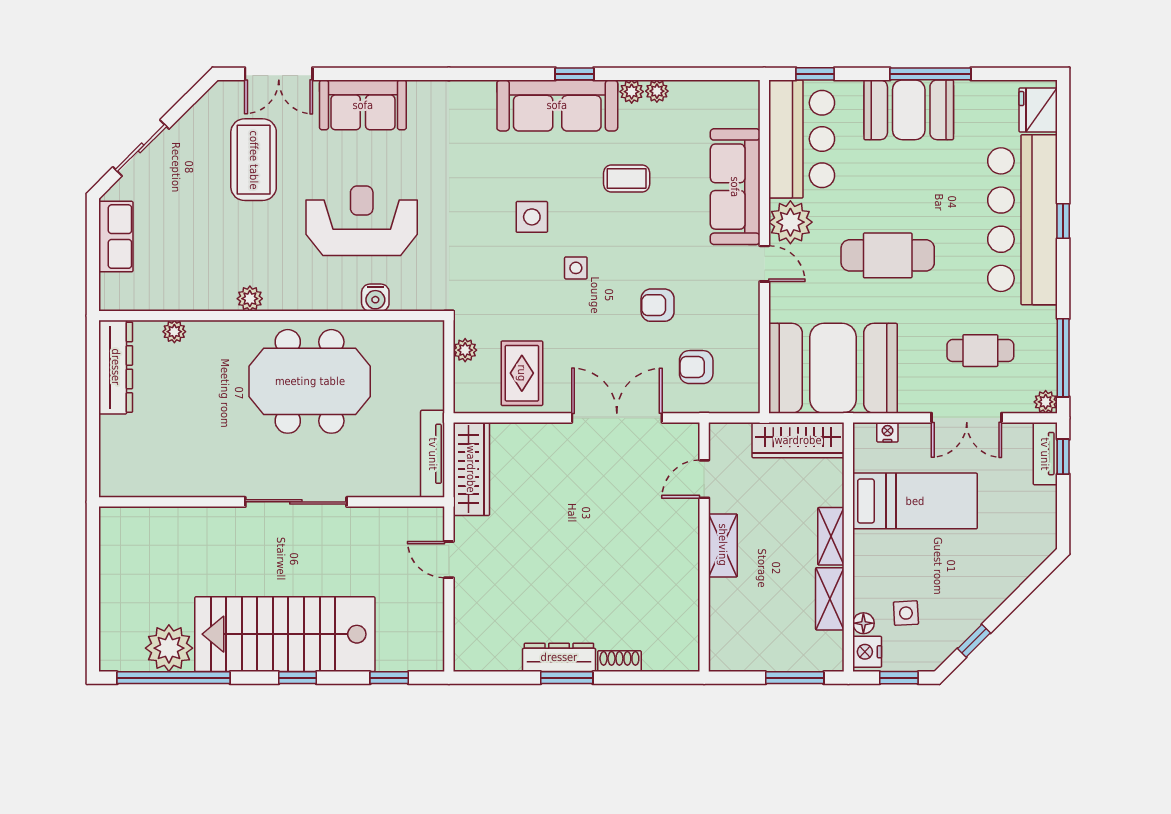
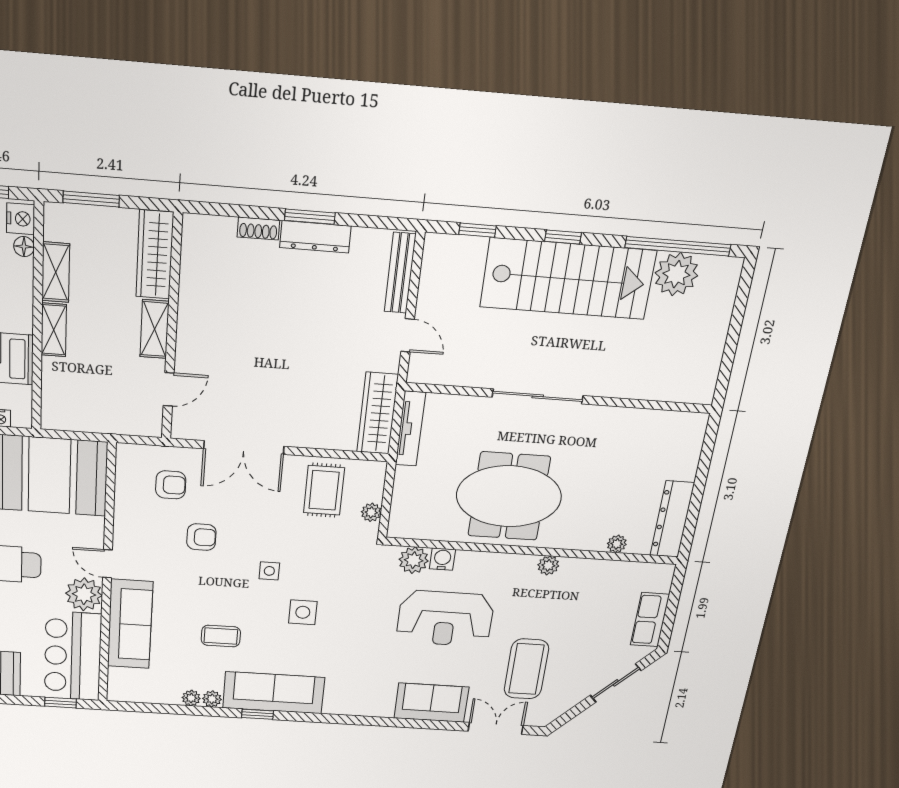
plant: (409, 294) -> (414, 560), added
wardrobe: (798, 440) -> (155, 255), moved, turned -90
bench: (465, 626) -> (400, 273), added

